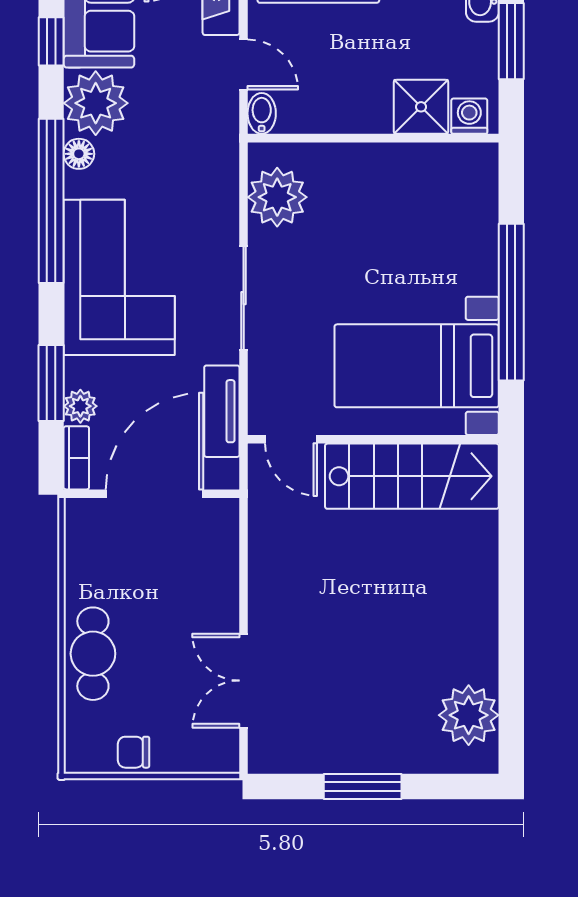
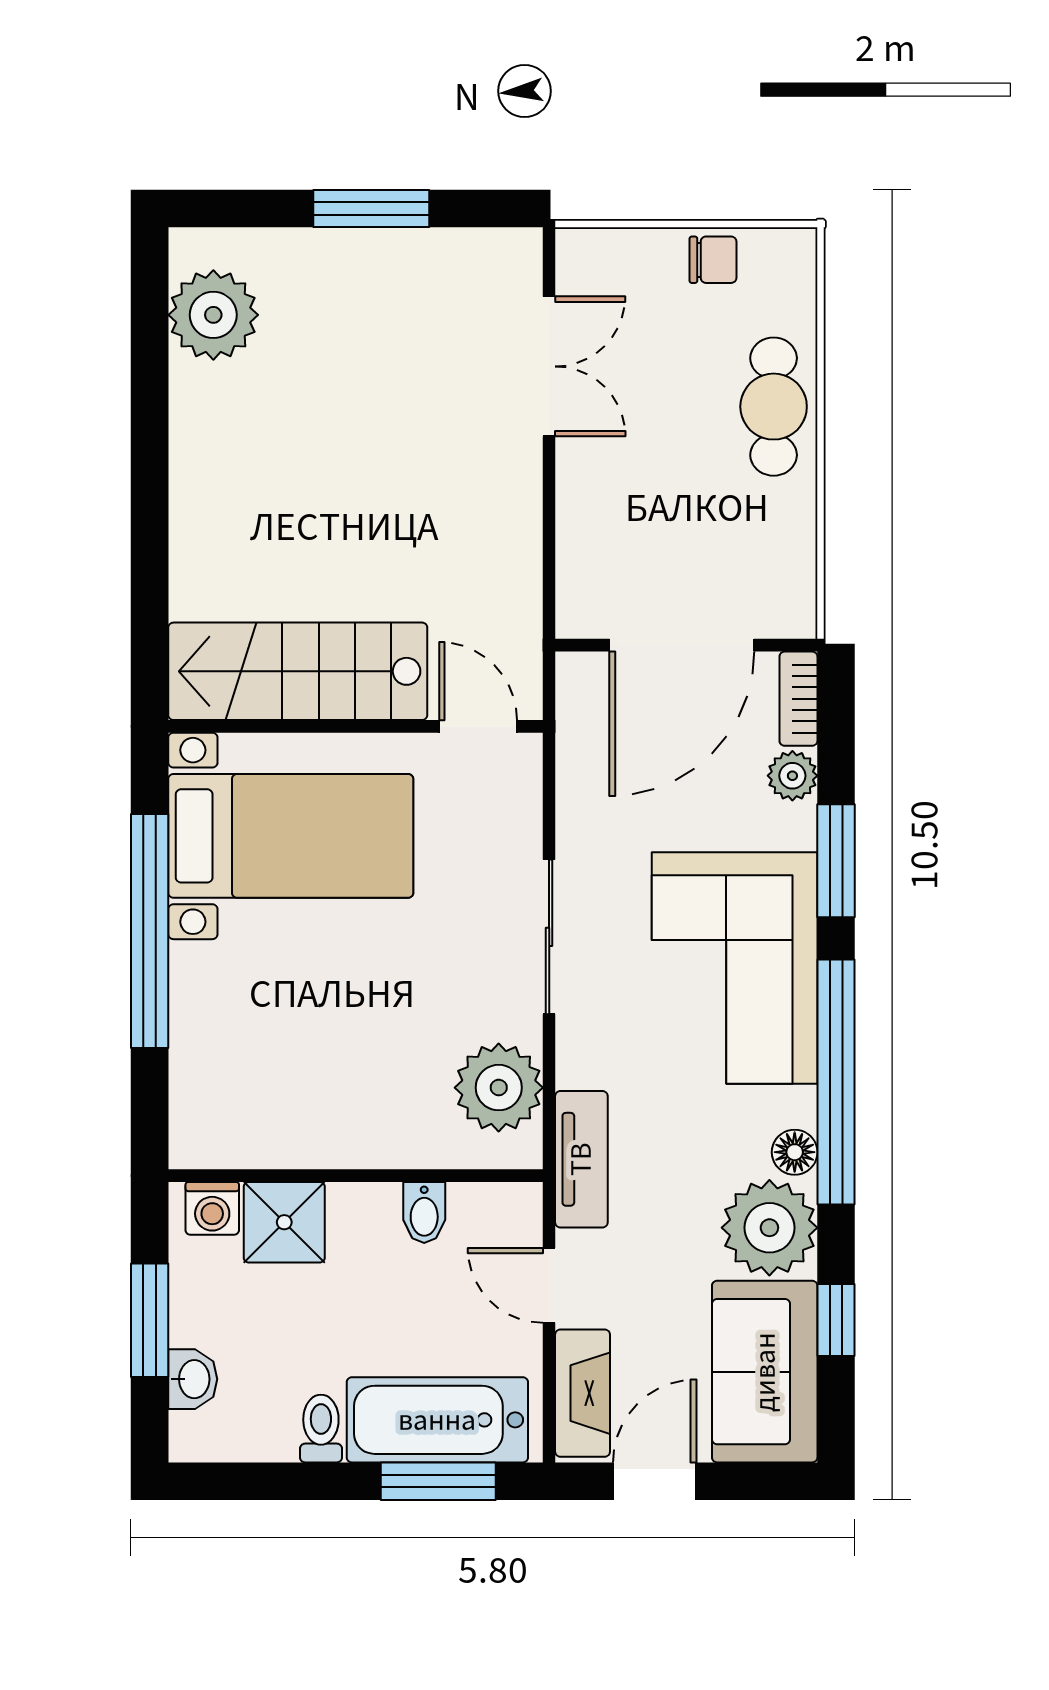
bidet: (262, 113) -> (424, 1212), moved
window: (51, 383) -> (836, 861), moved
tv unit: (222, 411) -> (581, 1159), moved

